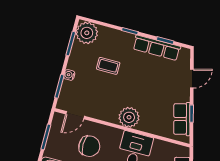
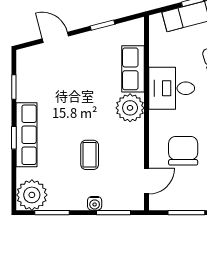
row of seats: (157, 48) -> (27, 135), moved
coffee table: (108, 66) -> (90, 155), moved
door: (75, 115) -> (146, 181), hinge flipped
row of seats: (182, 119) -> (133, 69), moved, turned 105

